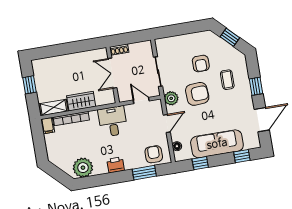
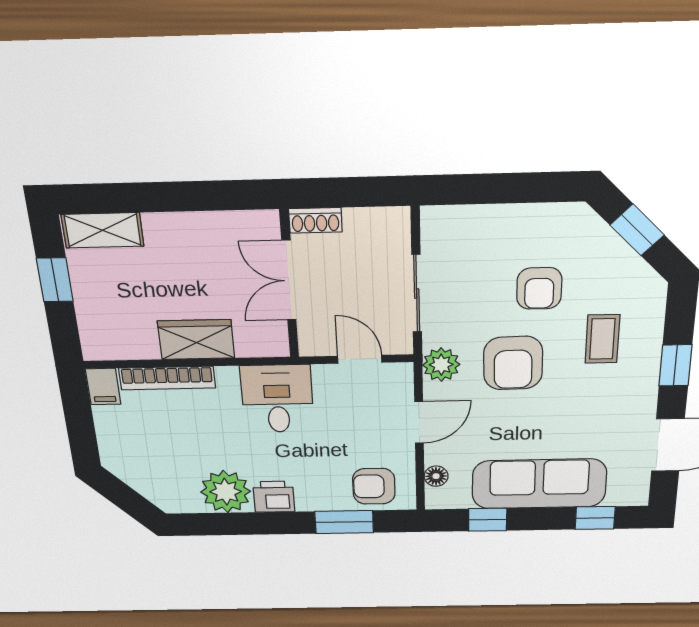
armchair: (197, 94) -> (513, 363), turned 92
shelving: (54, 107) -> (103, 230), moved
armchair: (154, 154) -> (374, 486), turned -90
plant: (83, 168) -> (226, 492), moved

